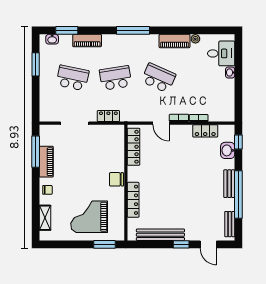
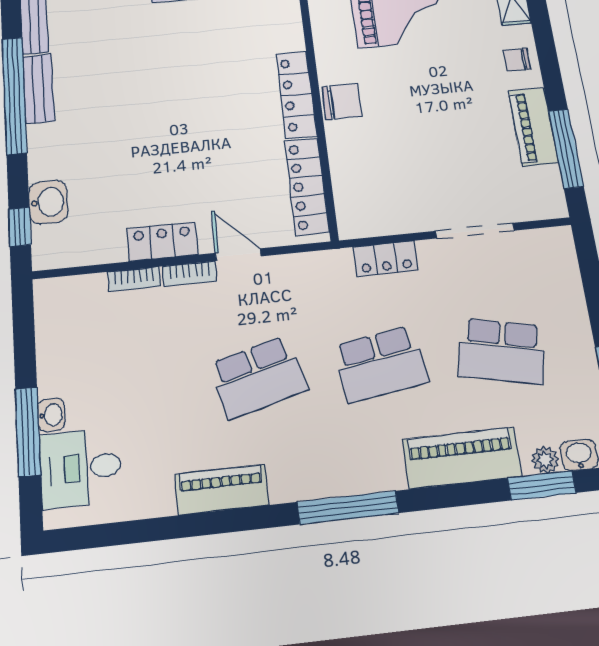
plant: (195, 39) -> (545, 460), moved
piano: (87, 41) -> (462, 458), width x1.37, depth x1.33
window: (238, 68) -> (28, 432), added
school desk: (158, 78) -> (258, 377), turned -39
locker: (205, 131) -> (162, 242), moved
bench: (229, 184) -> (38, 89), moved
locker: (133, 200) -> (296, 95), moved

